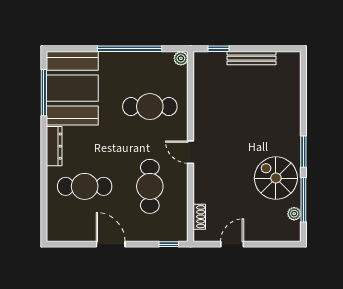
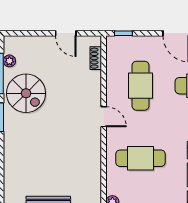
door: (232, 244) -> (66, 33), hinge flipped

